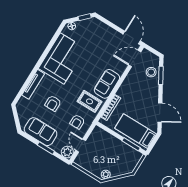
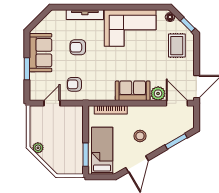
stool: (151, 72) -> (140, 136), moved
rug: (90, 101) -> (177, 46), moved
plant: (67, 152) -> (158, 94), moved

